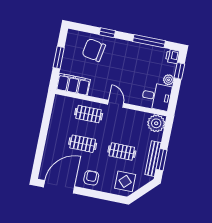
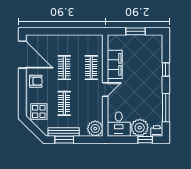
chair: (94, 50) -> (148, 61), removed
plant: (169, 80) -> (140, 128), width x1.88, depth x1.88
filing cabinet: (73, 84) -> (115, 64), moved

